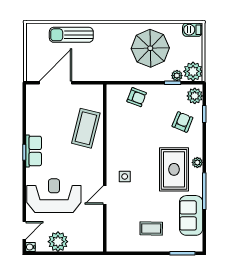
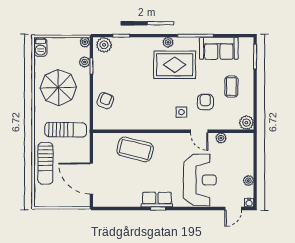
sun lounger: (106, 56) -> (66, 130), added
plant: (193, 71) -> (85, 42), width x0.53, depth x0.53
armchair: (182, 122) -> (205, 102), moved, turned 68
reception desk: (54, 196) -> (200, 180), turned 180
plant: (98, 218) -> (221, 138), added
door: (24, 230) -> (233, 209), swing flipped
plant: (58, 242) -> (248, 181), width x0.53, depth x0.53
plant: (114, 244) -> (246, 123), added

